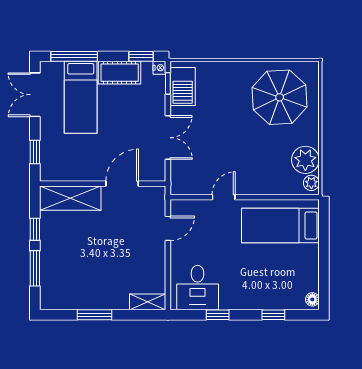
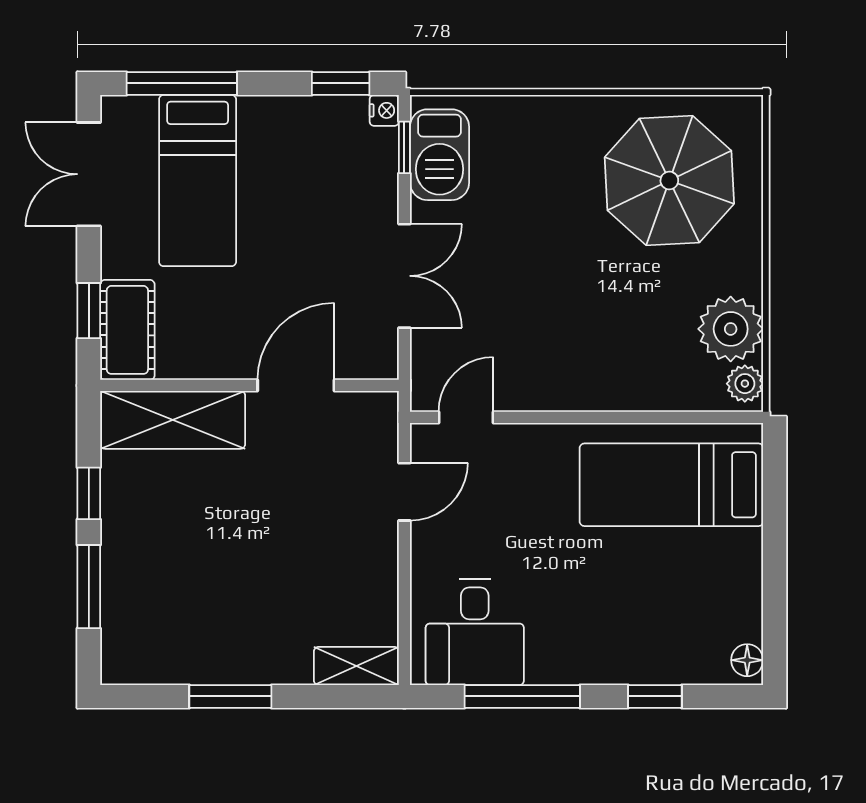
cot: (120, 73) -> (127, 330), moved, turned 90
door: (224, 197) -> (466, 417), moved
window: (218, 315) -> (522, 696), width x2.17

